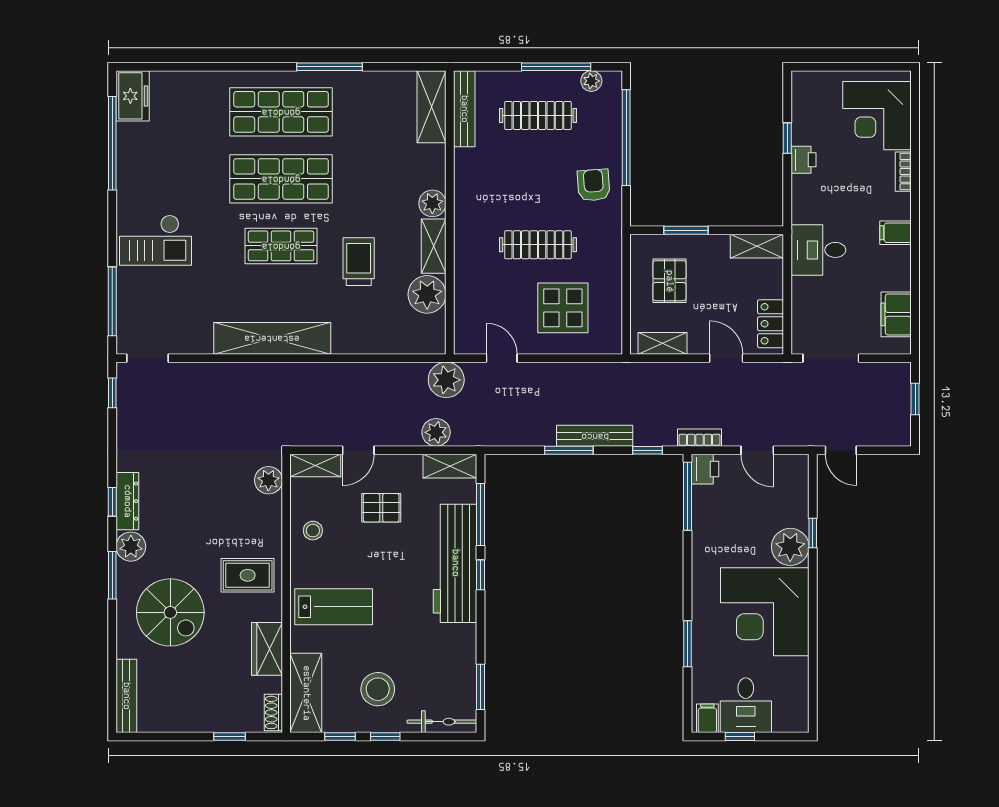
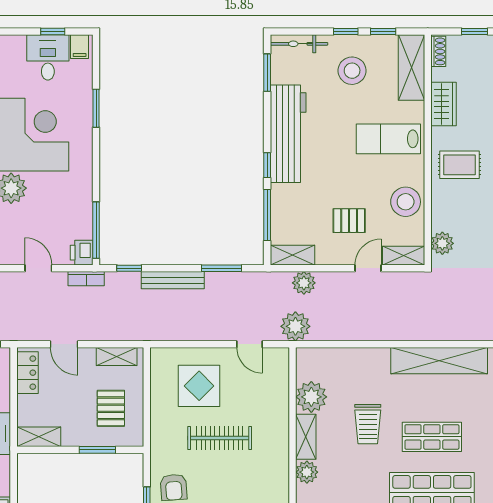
window: (569, 450) -> (221, 268), moved
stool: (313, 531) -> (406, 202), width x1.89, depth x1.89
workbench: (455, 563) -> (288, 134), moved

